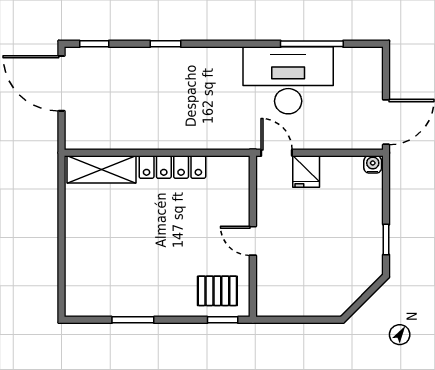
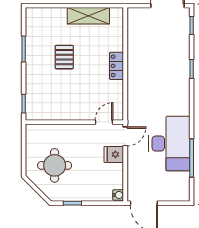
locker: (172, 167) -> (117, 66), width x0.66
shelving: (102, 169) -> (88, 16), moved, turned 90
door: (253, 241) -> (104, 122), moved
round table: (324, 269) -> (55, 165), added
pallet: (217, 291) -> (64, 57), moved

